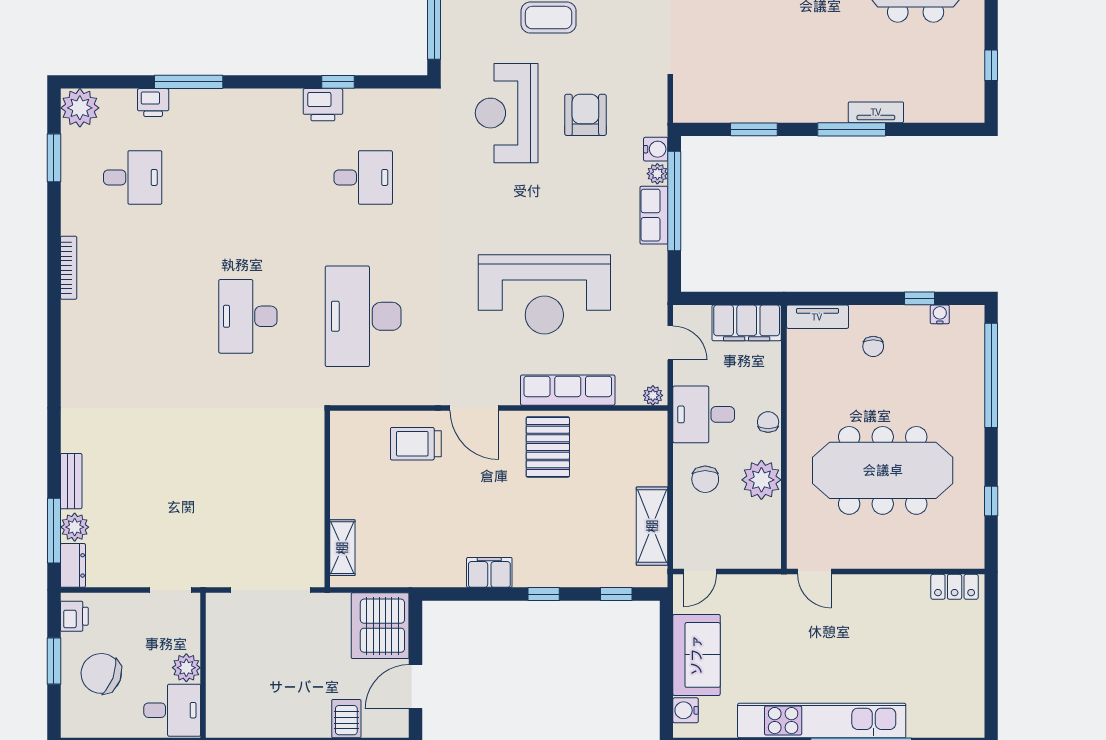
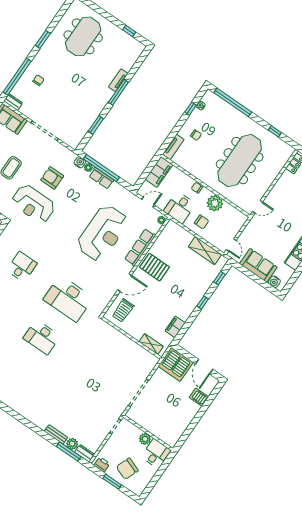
wall: (327, 499) -> (131, 338), moved
shelving: (342, 548) -> (151, 344), moved
filing cabinet: (489, 572) -> (175, 327), moved

